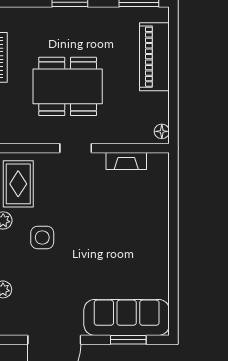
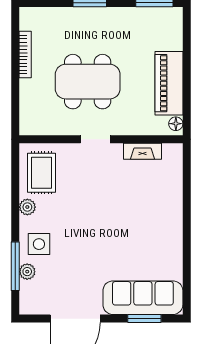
piano: (154, 57) -> (169, 83), moved
side table: (42, 238) -> (39, 244), moved

